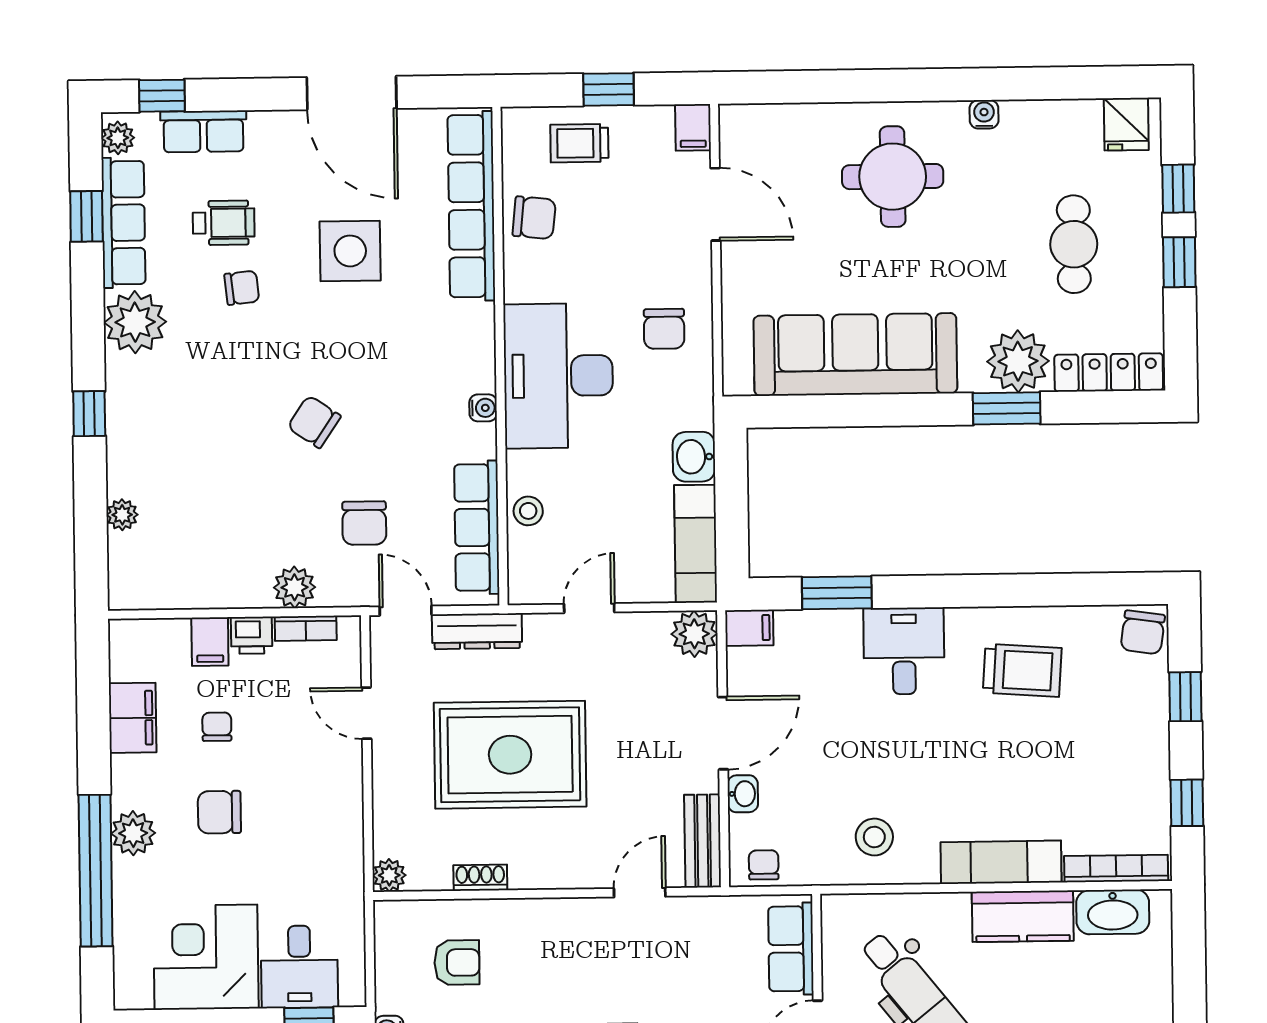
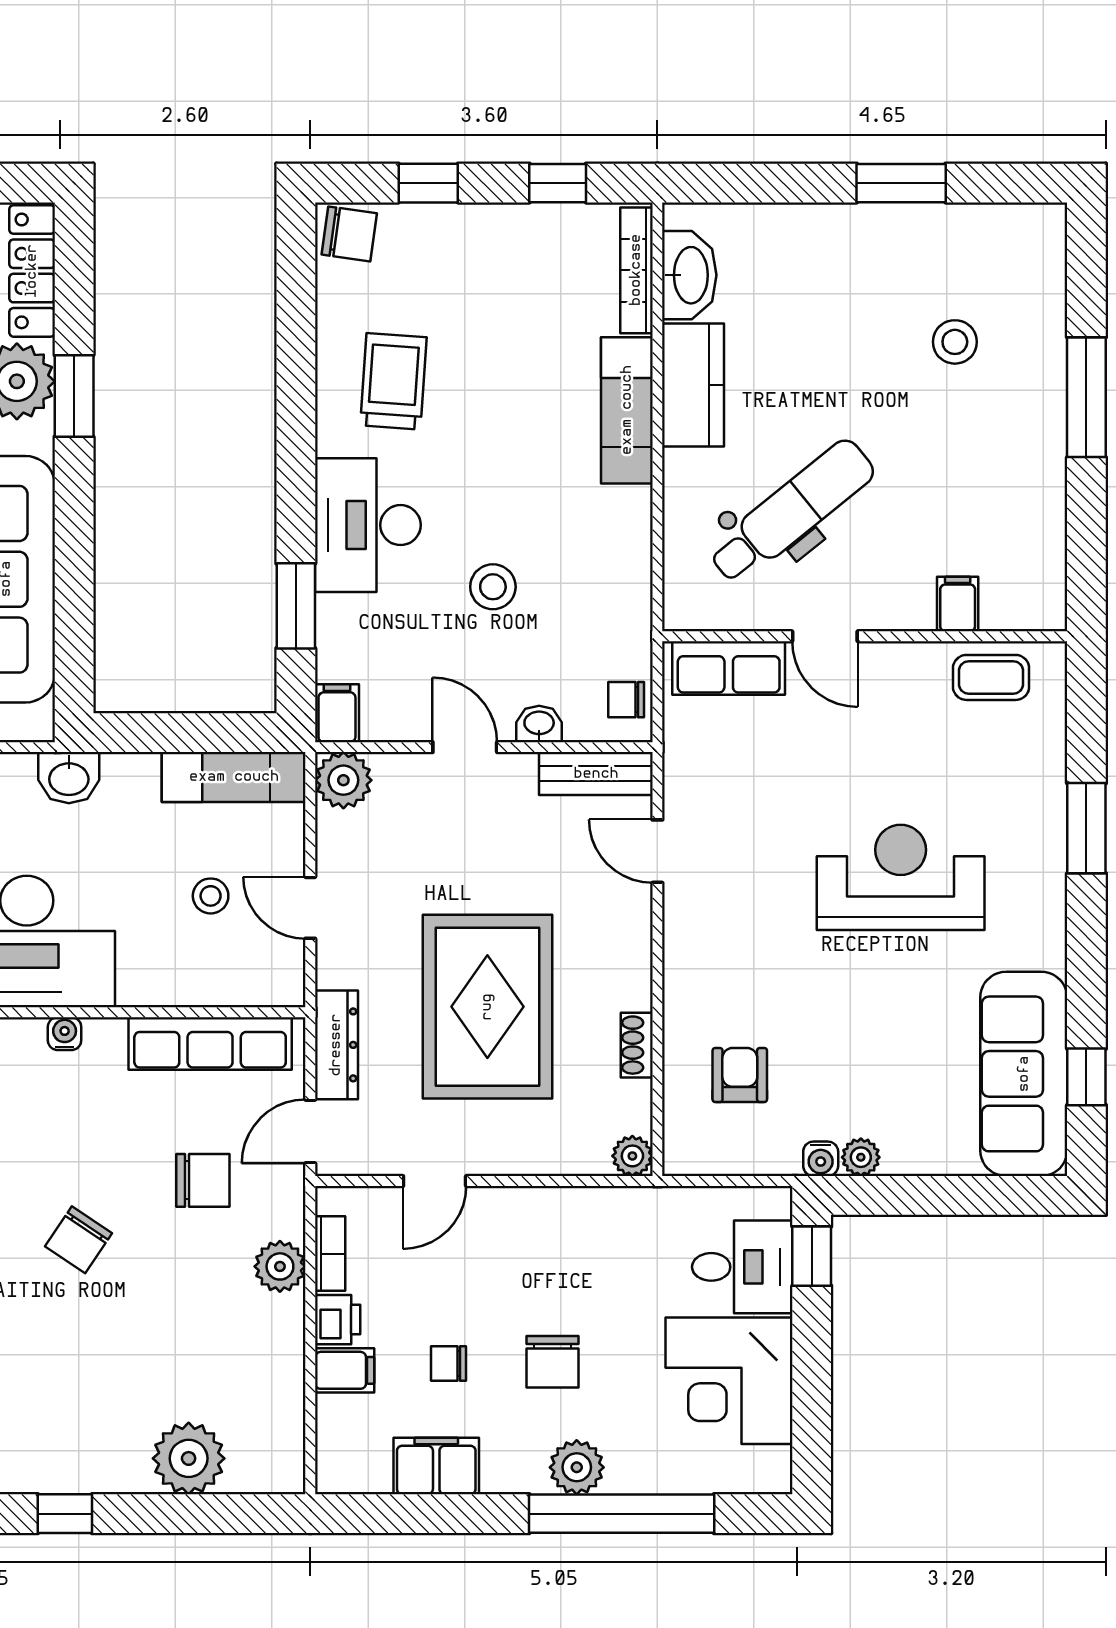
washbasin: (694, 457) -> (69, 778), moved
stool: (528, 511) -> (211, 896), moved
plant: (122, 515) -> (189, 1458), width x1.88, depth x1.88
desk: (904, 651) -> (368, 525), width x1.37
door: (723, 733) -> (465, 747), width x0.73
stool: (874, 837) -> (493, 587), moved

